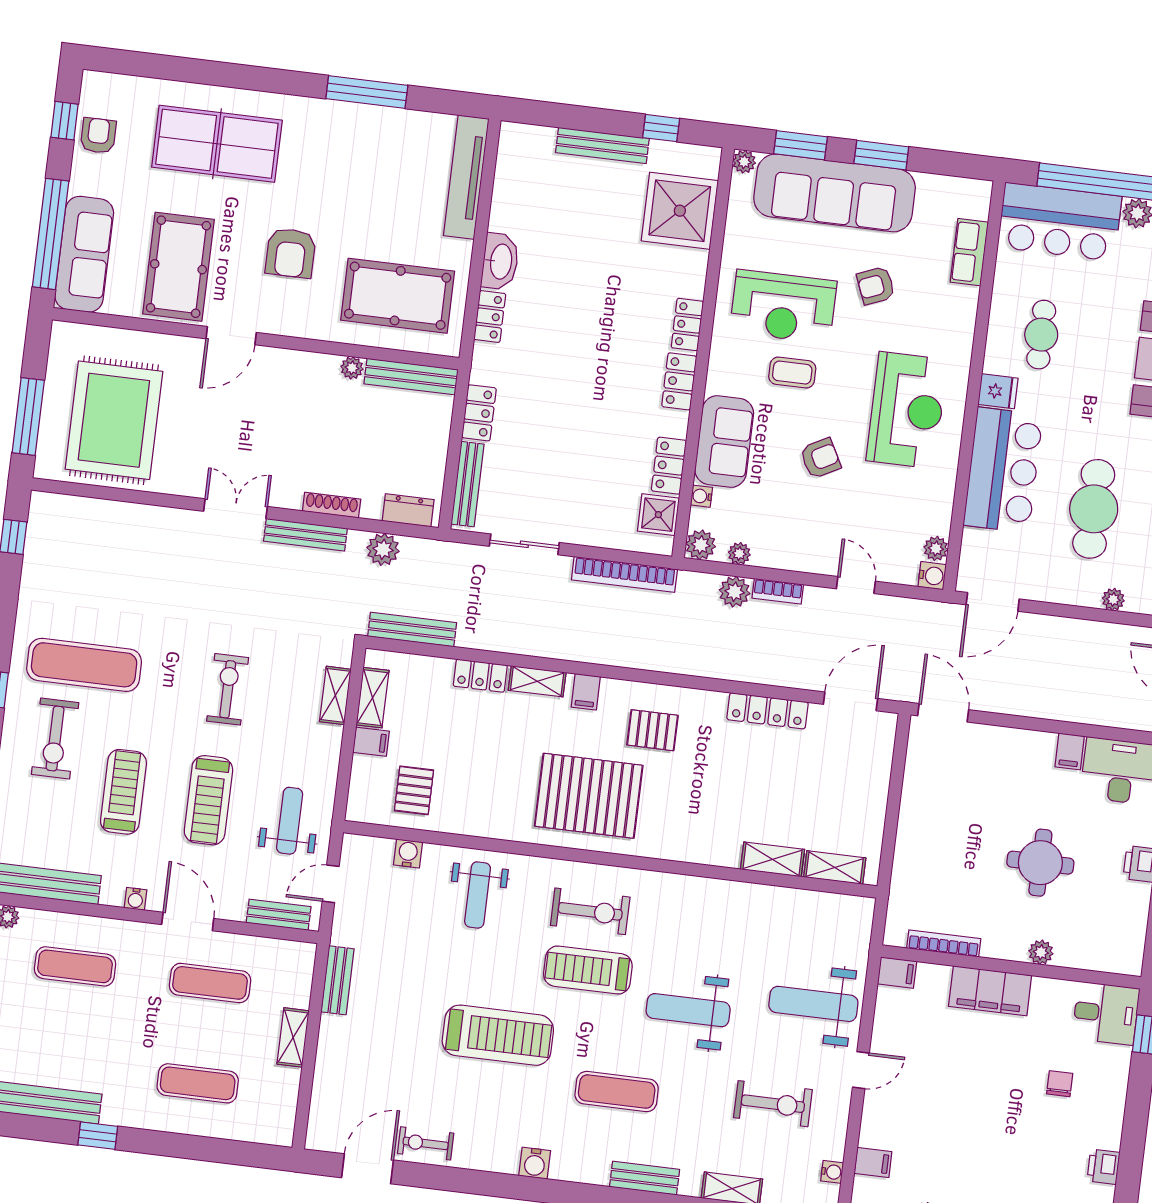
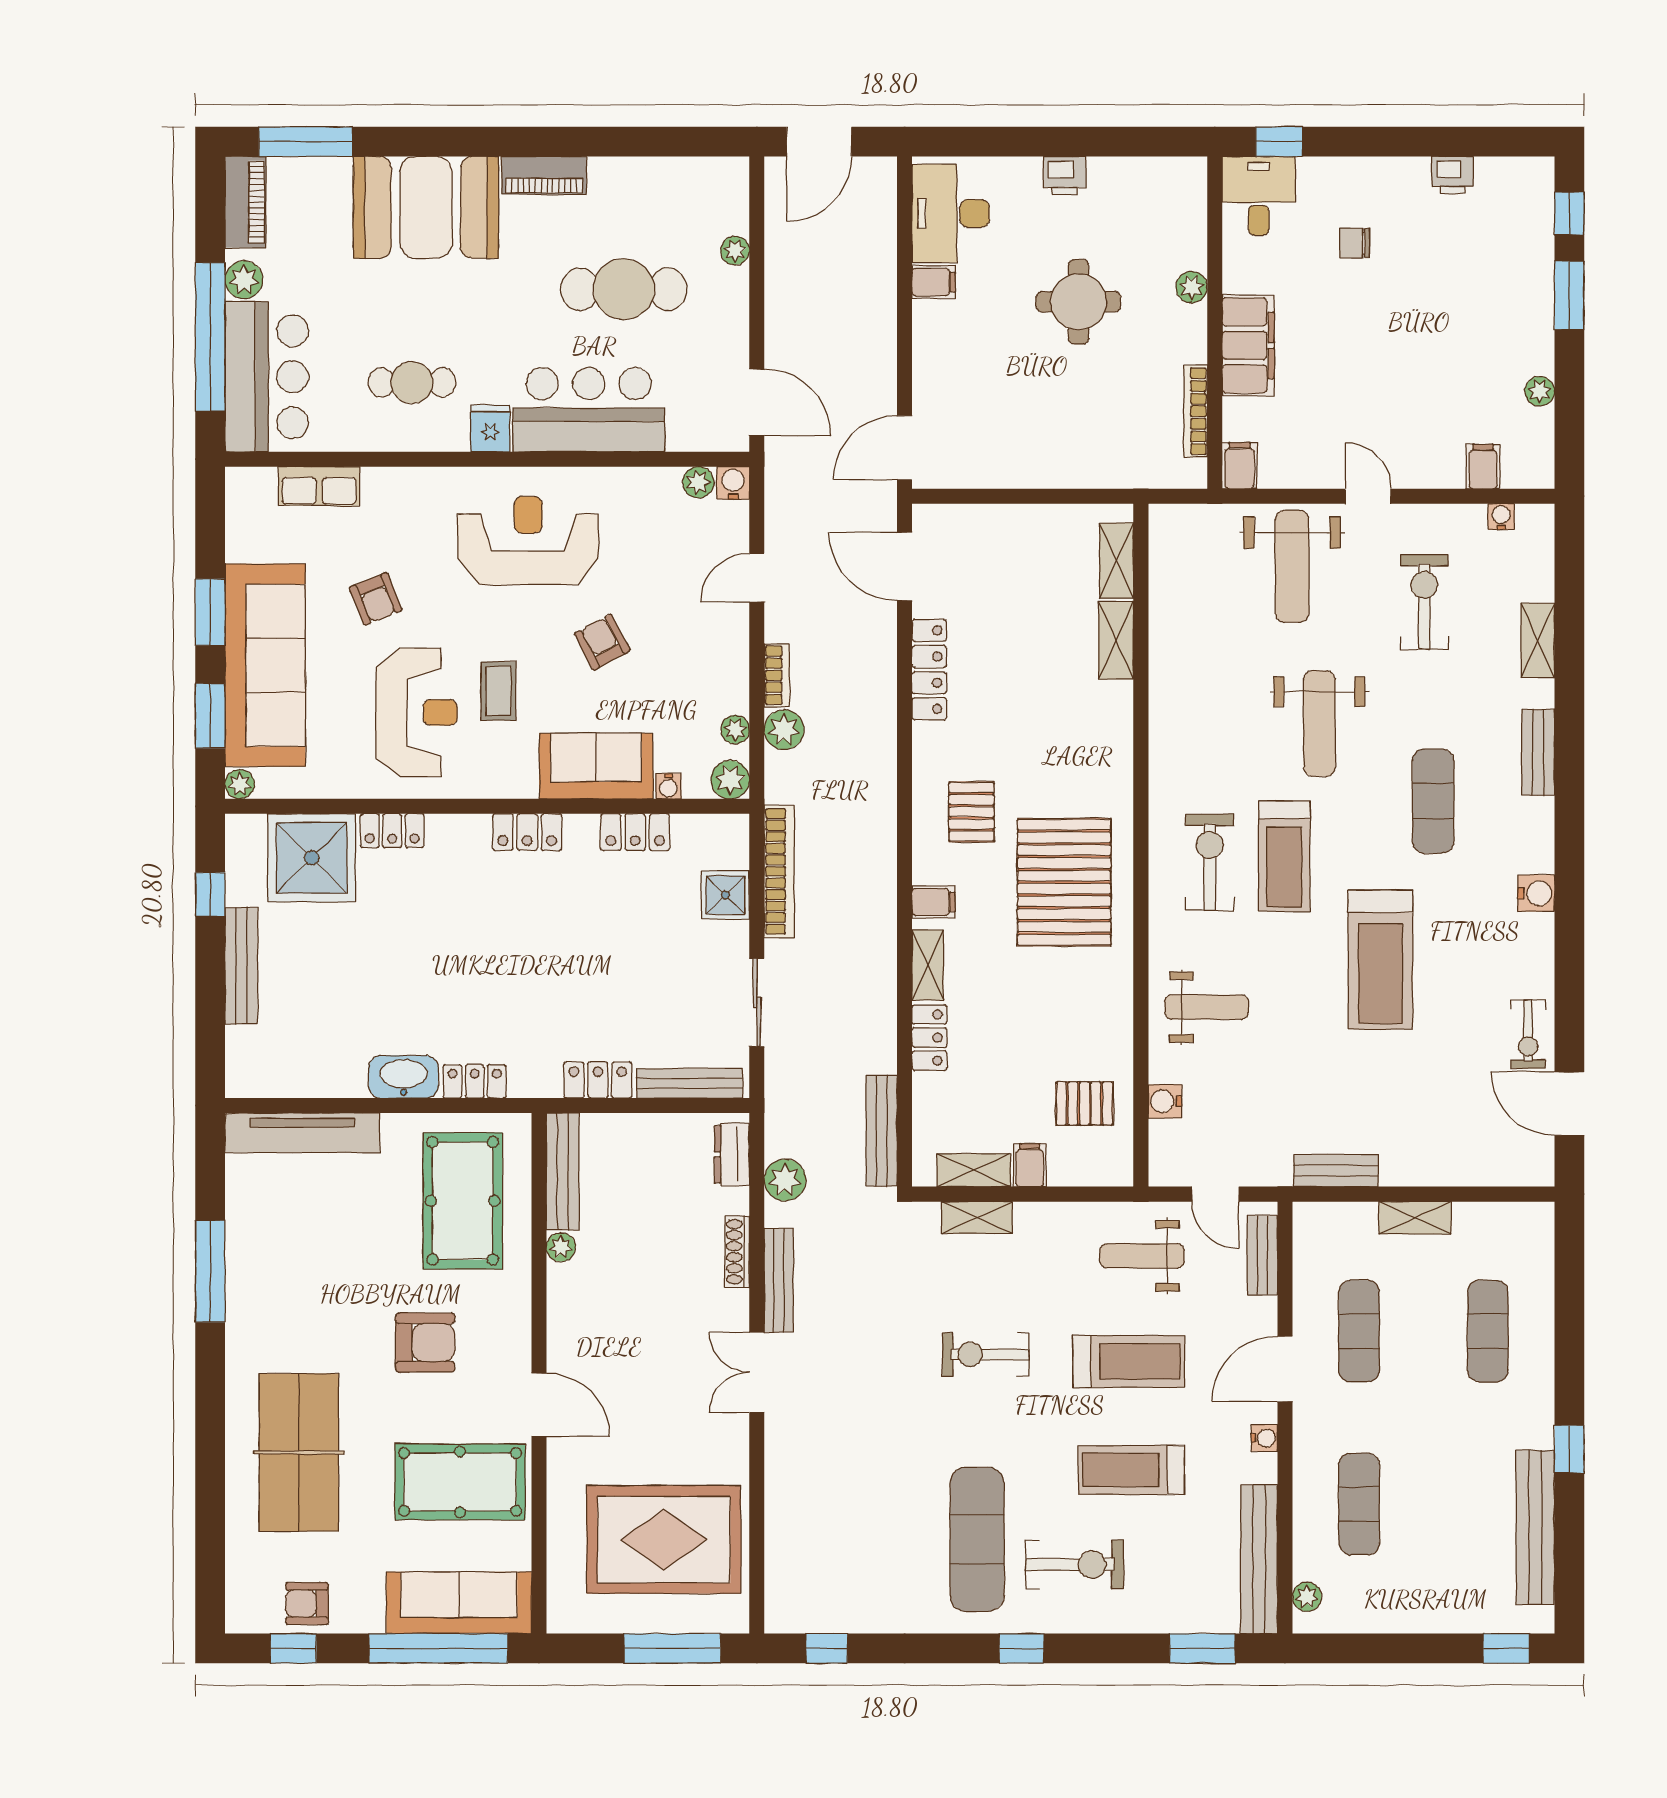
locker: (687, 325) -> (392, 831), moved
shower: (658, 515) -> (725, 895), moved
treadmill: (498, 1035) -> (1380, 960), turned 180

